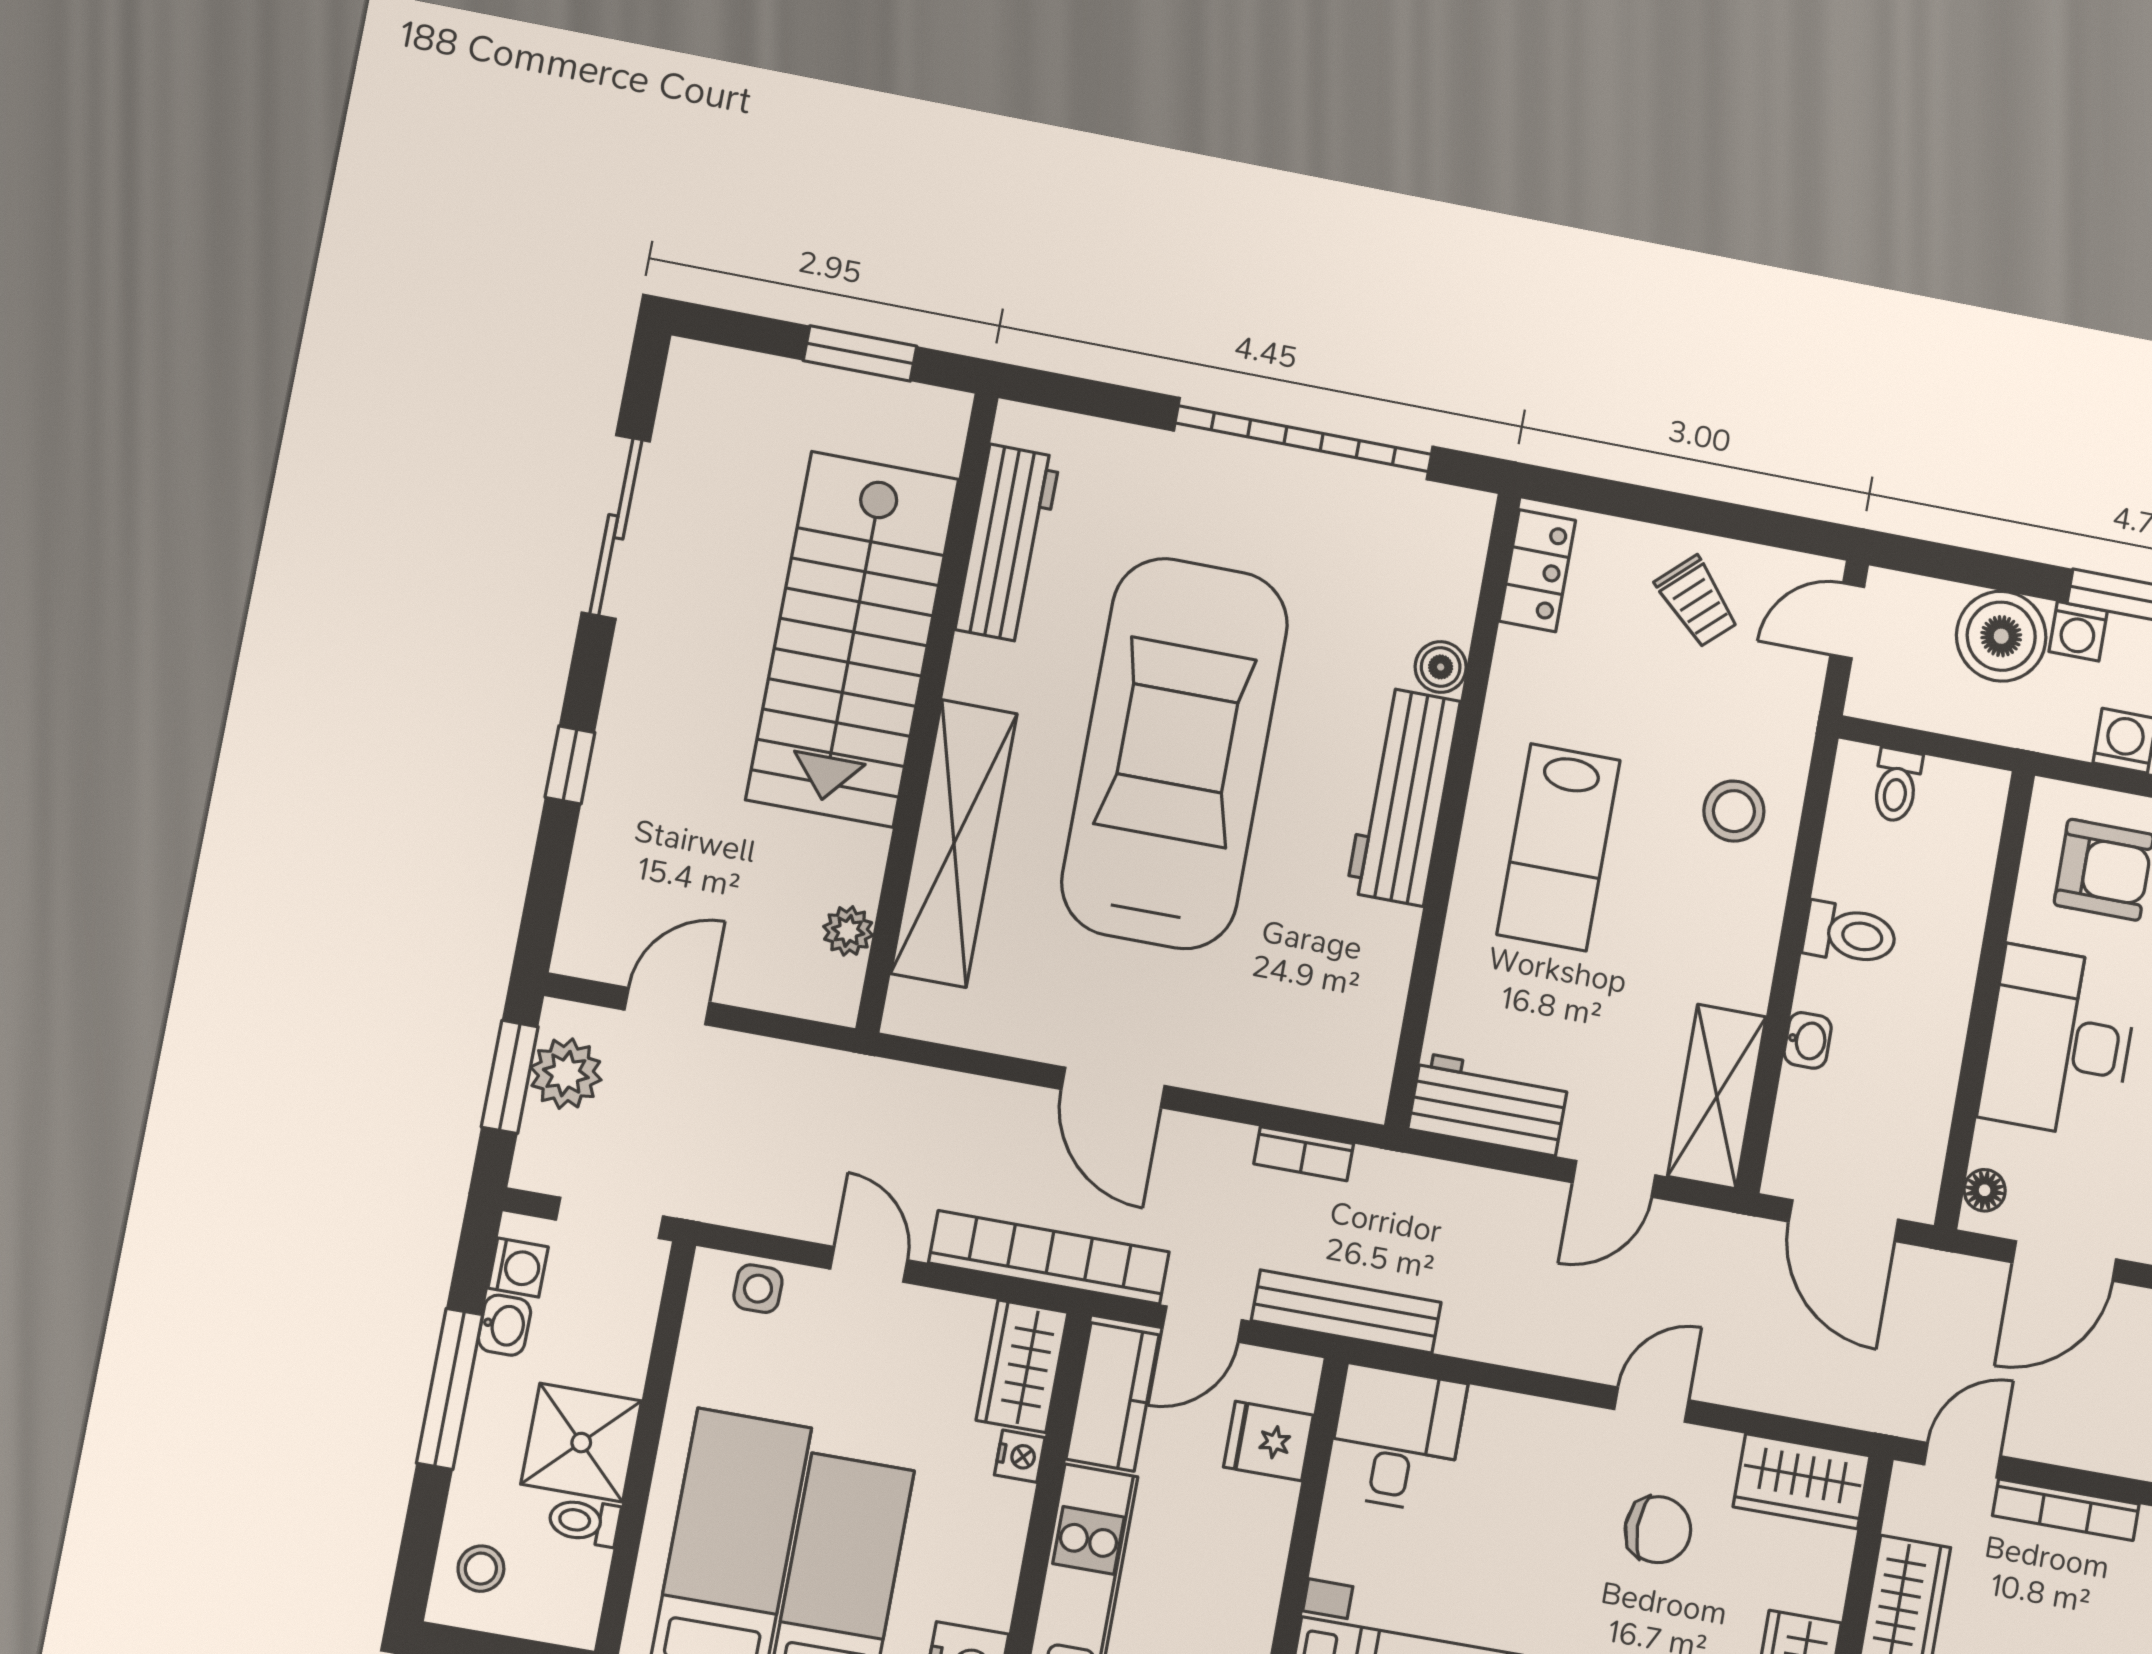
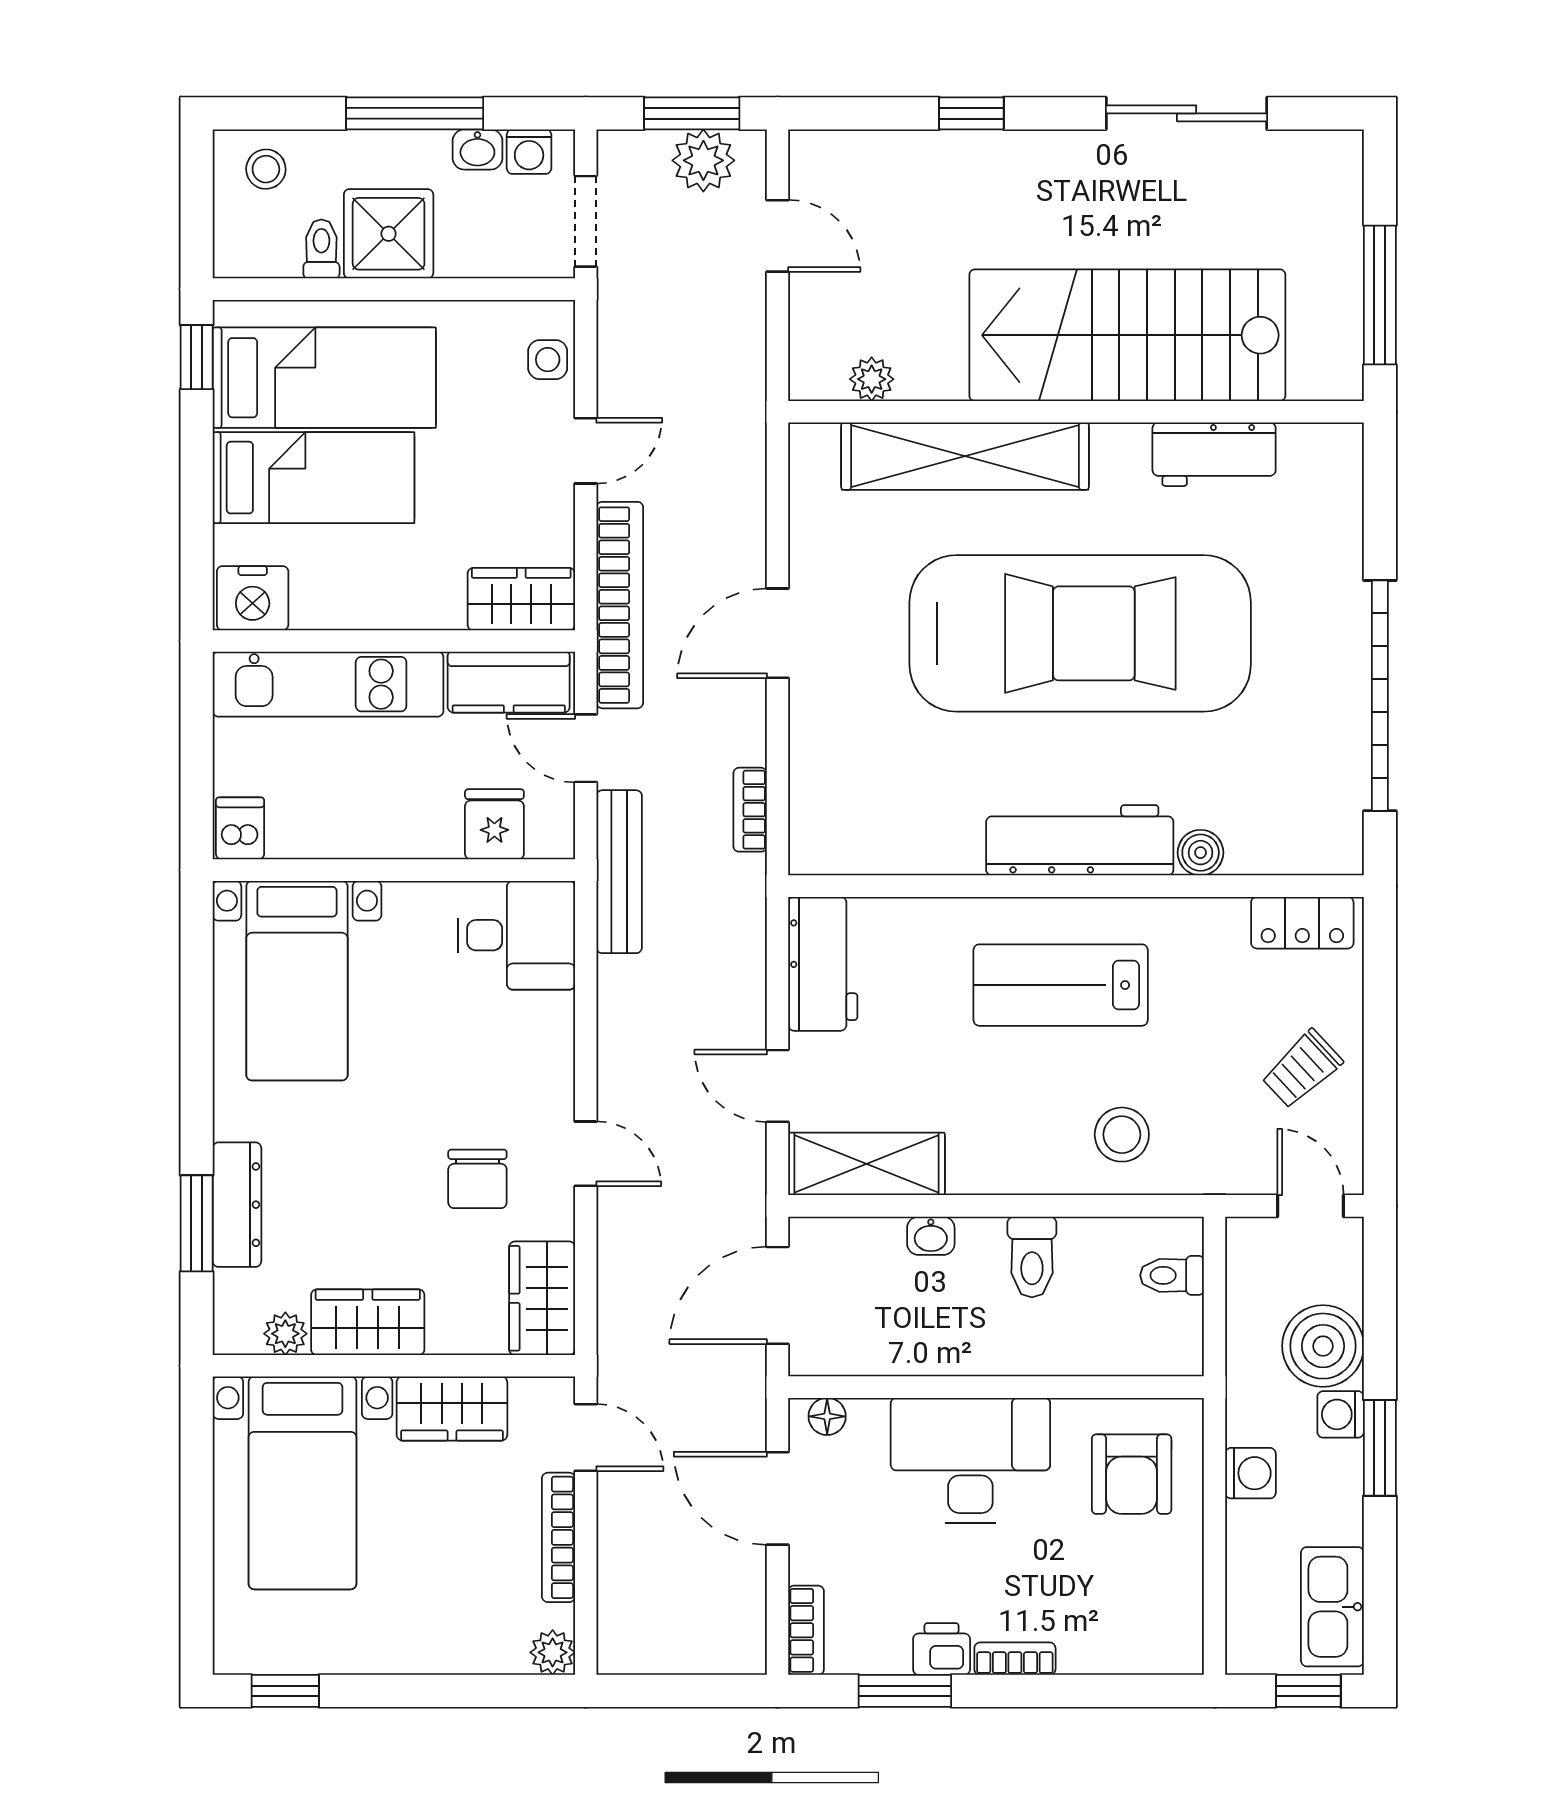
window: (860, 353) -> (1380, 295), width x1.44
workbench: (1008, 543) -> (1214, 454), width x0.73
nightstand: (1020, 1456) -> (443, 611), removed

